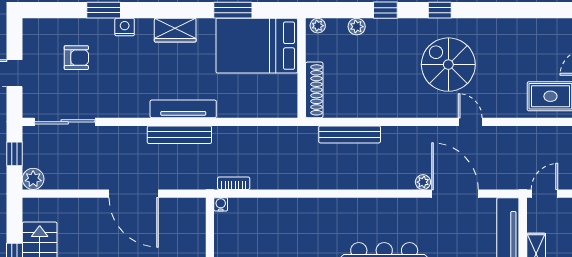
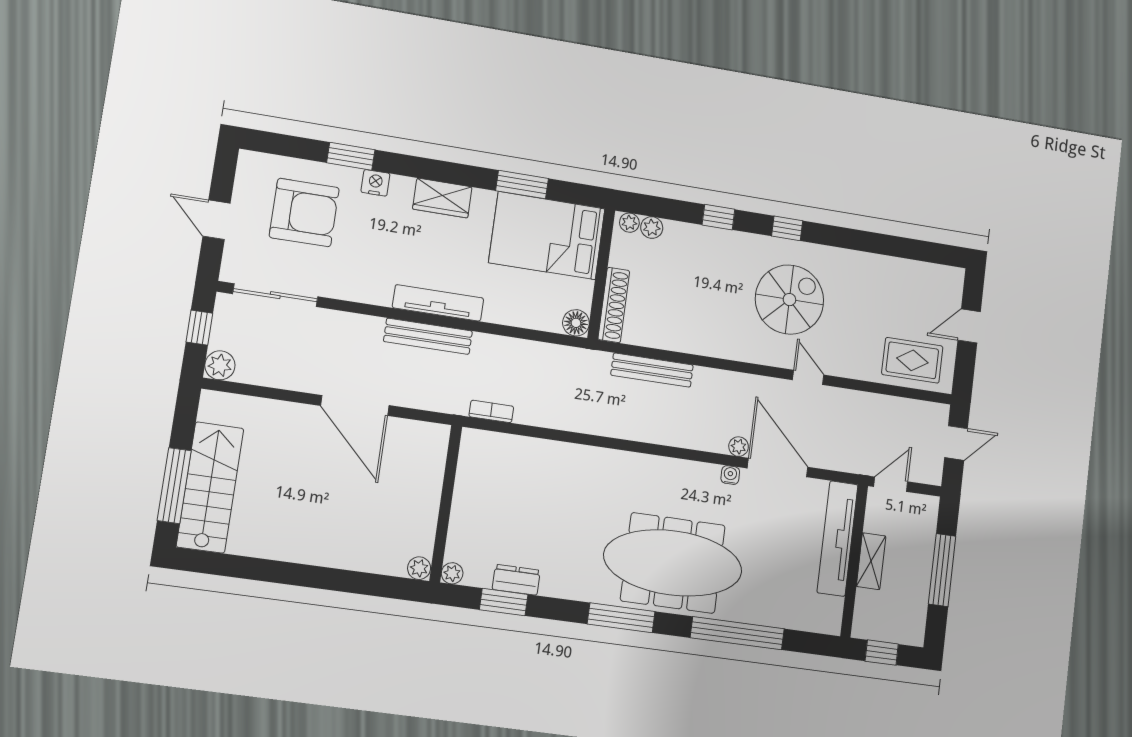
plant: (357, 27) -> (652, 228), moved
armchair: (76, 58) -> (304, 212), width x1.88, depth x1.88
spiral stairs: (448, 65) -> (789, 300), turned 90
floor lamp: (288, 108) -> (576, 323), added
water cooler: (221, 204) -> (730, 475), moved

